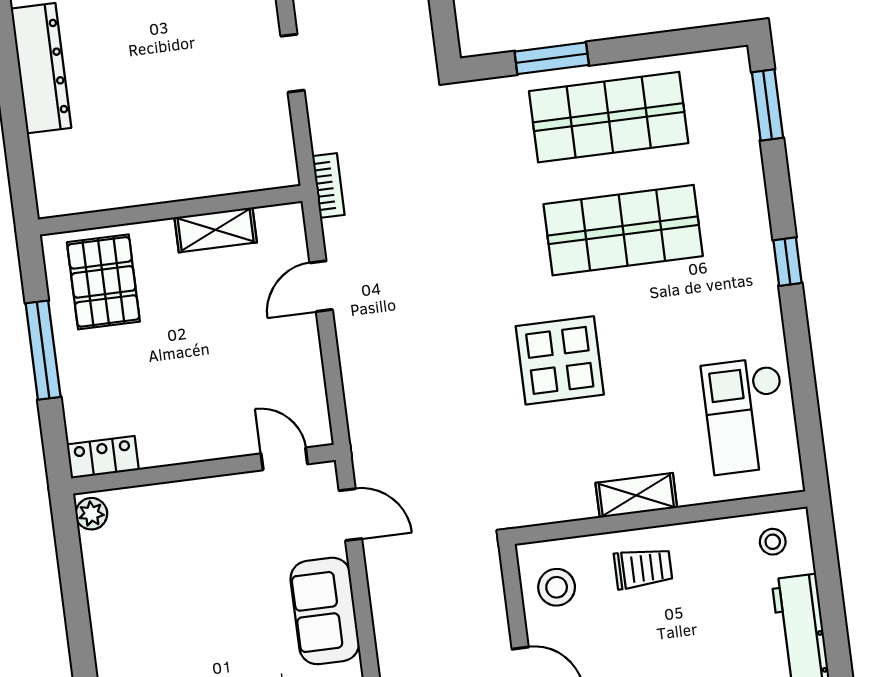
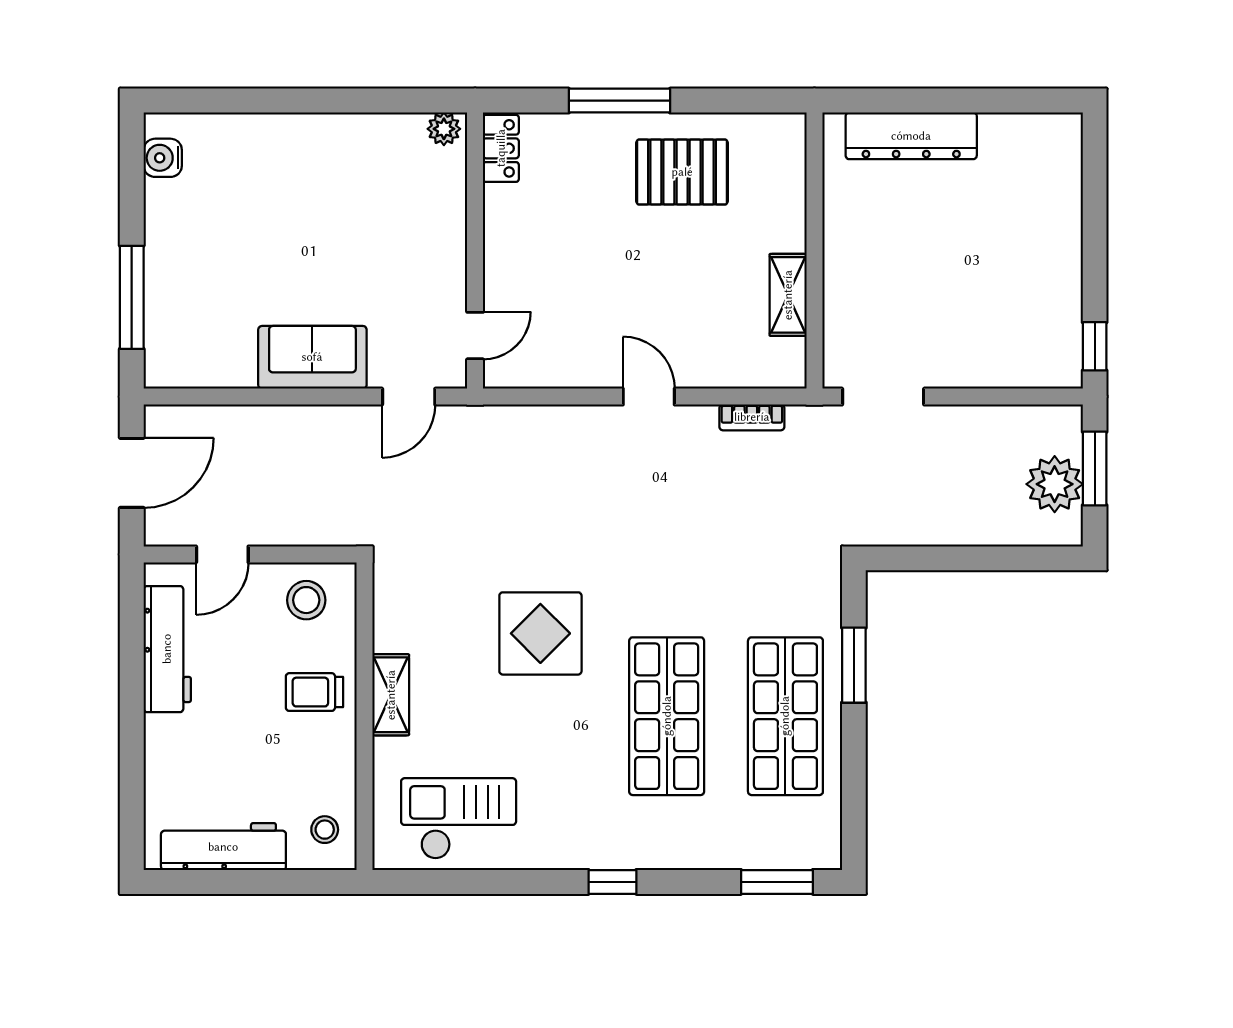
doorway: (293, 63) -> (883, 397), width x1.38
wall: (170, 210) -> (814, 251), moved
shelving: (216, 230) -> (788, 295), moved
trolley: (643, 568) -> (314, 692), turned 90

